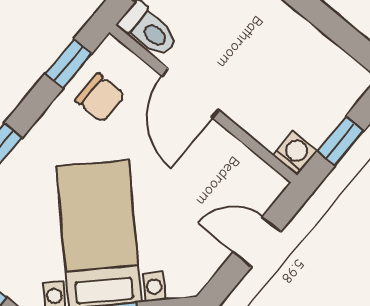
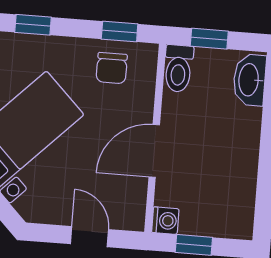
door: (190, 93) -> (154, 151), moved

